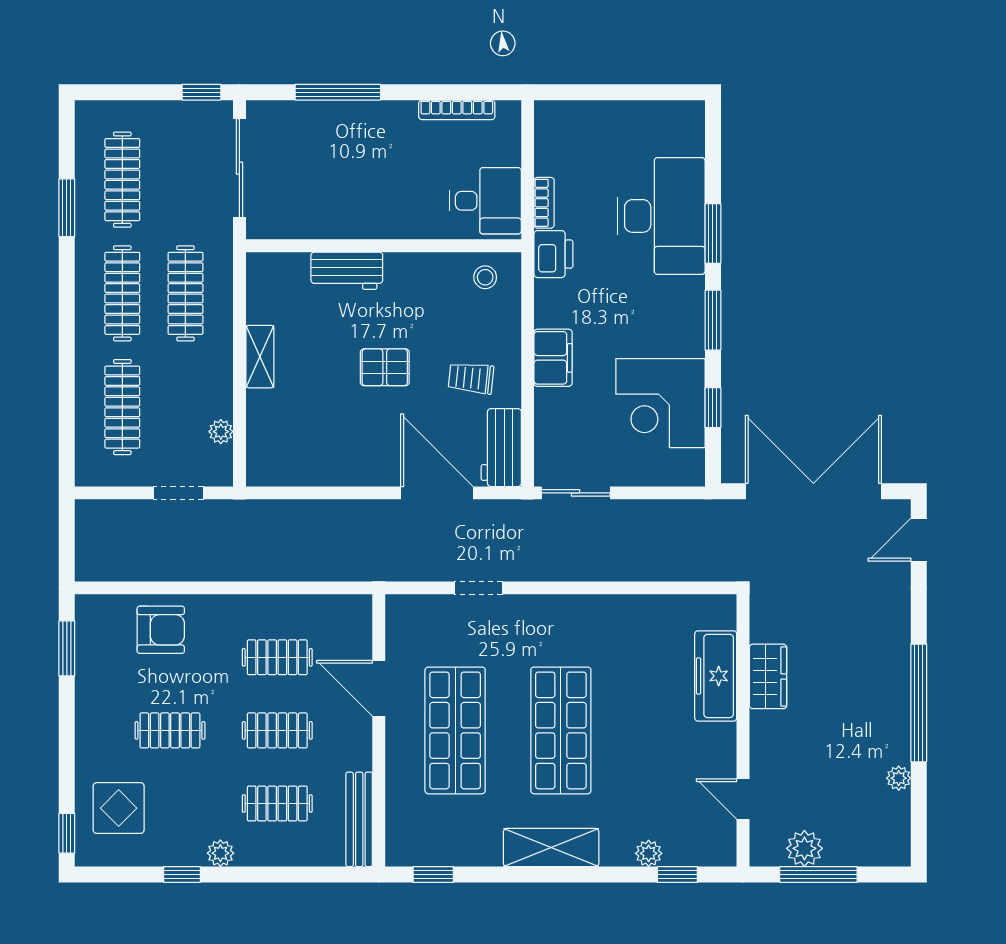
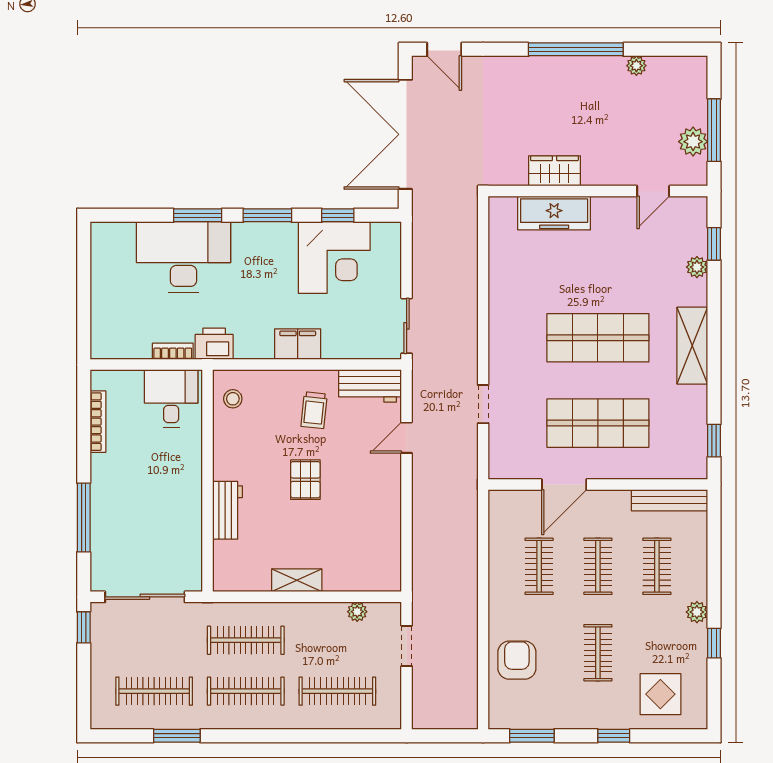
door: (437, 493) -> (407, 438), width x0.53
window: (67, 833) -> (614, 736), moved

